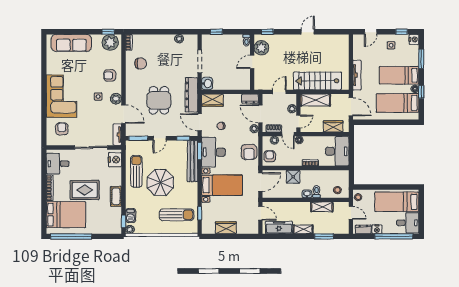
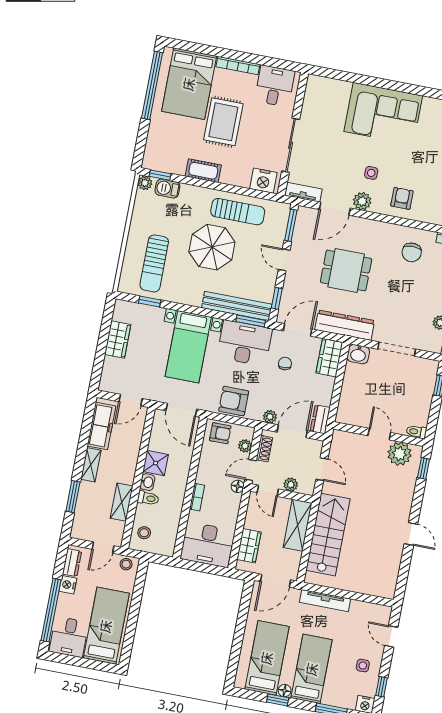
armchair: (62, 129) -> (330, 104), removed
shower: (293, 177) -> (156, 463), moved

